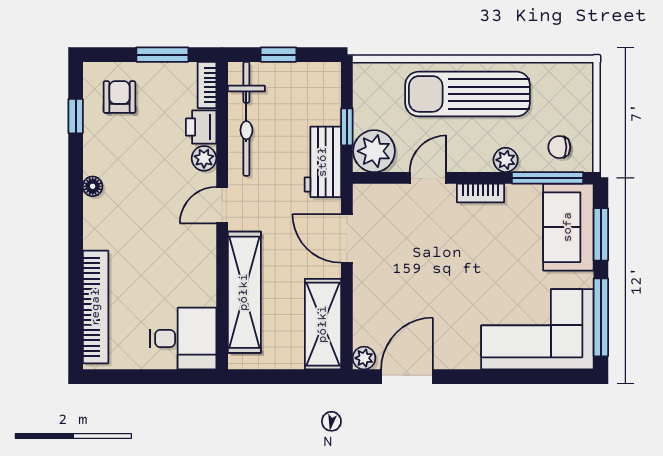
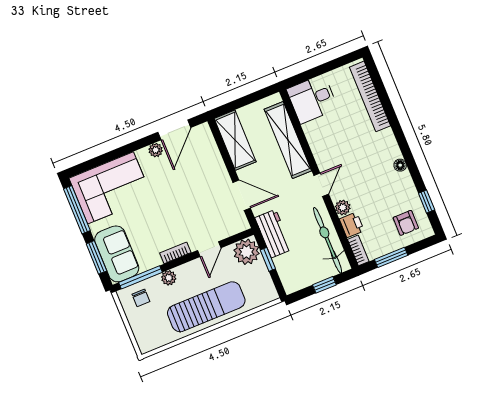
chair: (559, 147) -> (141, 298), turned 90
plant: (364, 358) -> (156, 150), moved

